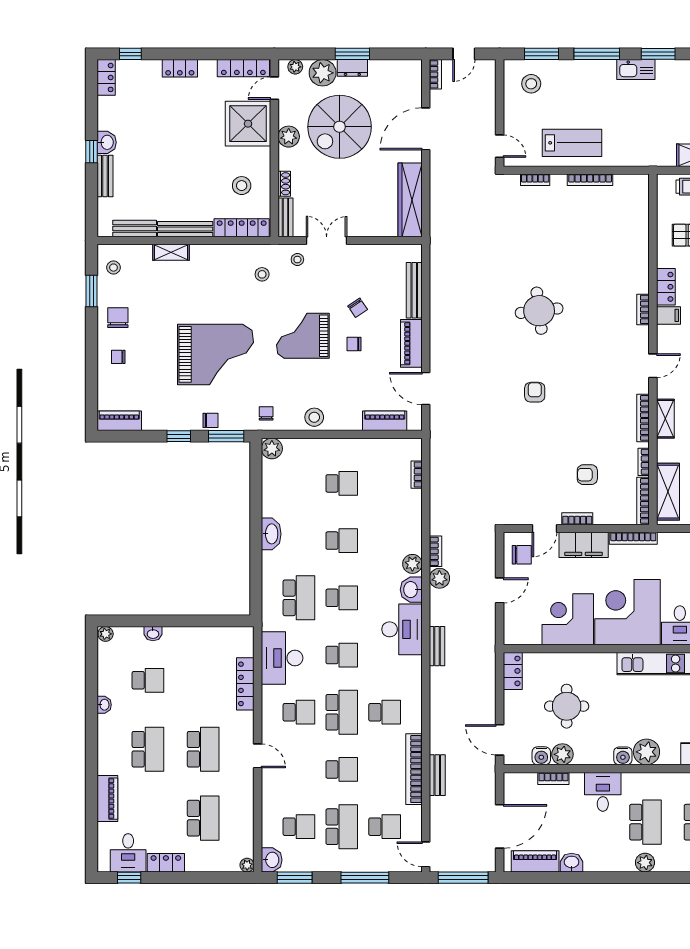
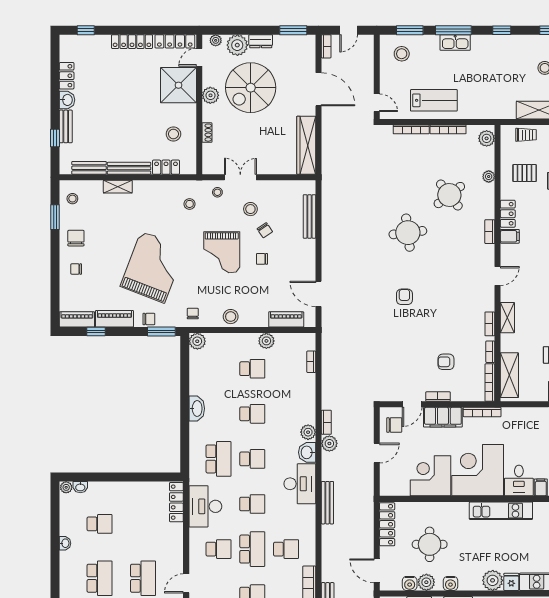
window: (352, 54) -> (293, 30), moved
window: (658, 54) -> (502, 30), width x0.67
locker: (180, 68) -> (132, 42), width x1.53
kitchen sink: (636, 70) -> (455, 43), moved
locker: (106, 77) -> (67, 76), moved
door: (426, 129) -> (319, 89), swing flipped
window: (91, 152) -> (55, 138), moved
bookcase: (535, 180) -> (411, 129), width x1.56
plant: (639, 191) -> (487, 138), added
bench: (285, 217) -> (208, 159), removed
locker: (242, 228) -> (166, 167), width x0.66
plant: (642, 240) -> (489, 177), added
round table: (592, 263) -> (449, 195), added
stool: (339, 281) -> (250, 209), added
grand piano: (303, 336) -> (222, 252), turned -90
piano: (411, 343) -> (114, 319), moved, turned 90
grand piano: (215, 354) -> (153, 267), turned -69
bookcase: (643, 418) -> (490, 324), width x0.64
window: (179, 436) -> (96, 332), moved
plant: (360, 448) -> (266, 341), added
washbasin: (153, 634) -> (80, 487), moved
bench: (437, 646) -> (327, 503), width x1.36
locker: (513, 671) -> (387, 524), width x1.53
locker: (245, 684) -> (176, 502), moved
fridge: (670, 754) -> (511, 582), added
door: (258, 756) -> (186, 583), swing flipped
water cooler: (623, 756) -> (450, 583), moved

